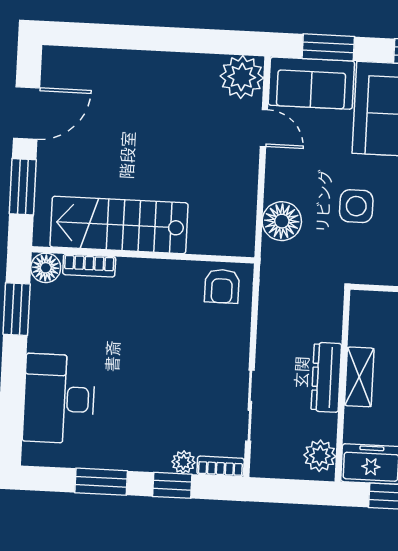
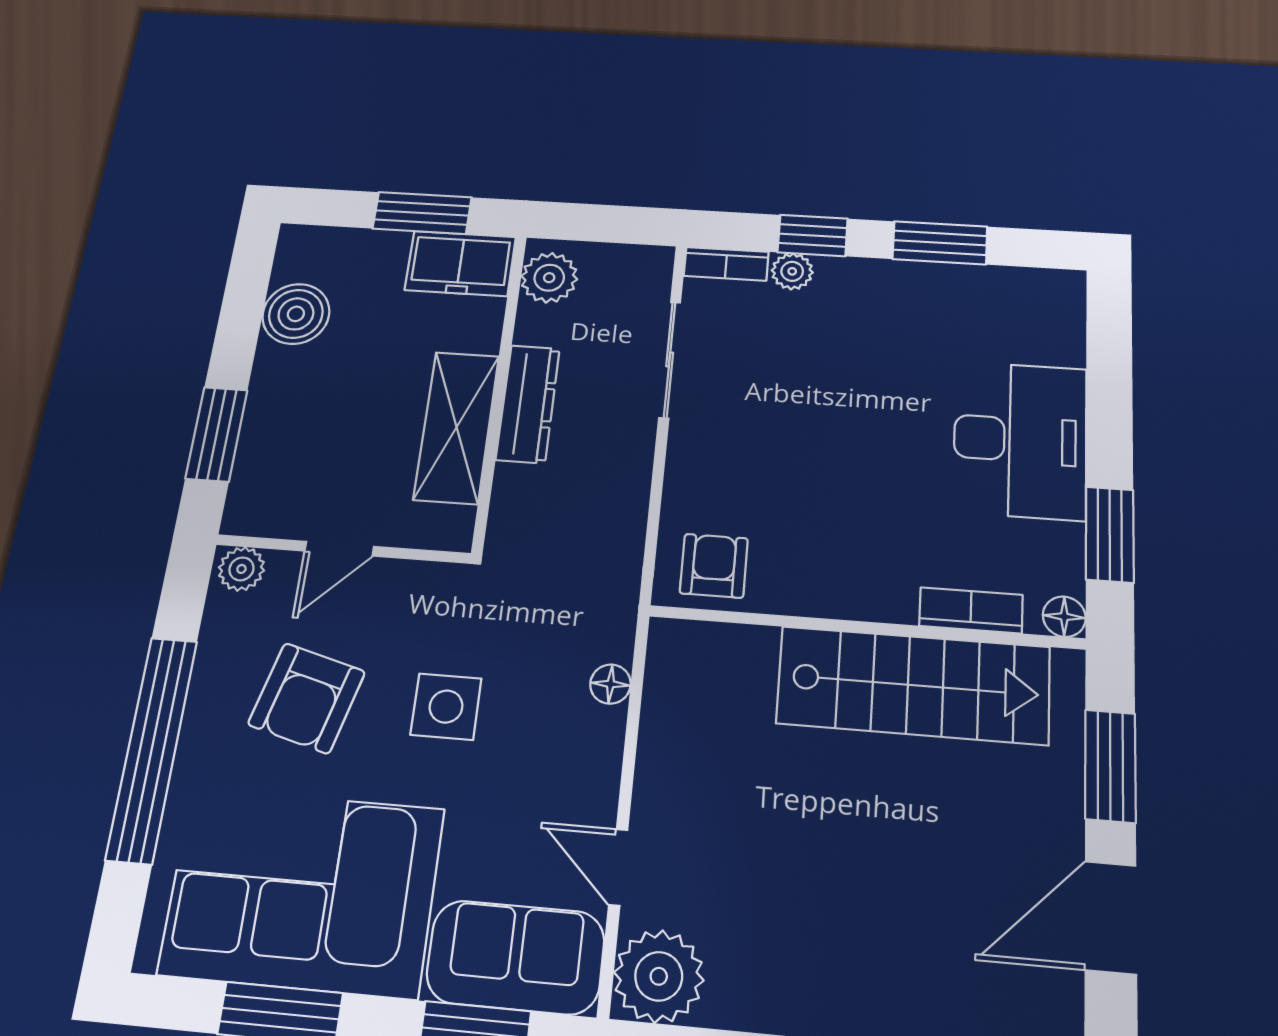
floor lamp: (282, 221) -> (610, 684), width x0.53, depth x0.53
floor lamp: (46, 268) -> (1064, 617), width x0.73, depth x0.73
shelving: (359, 377) -> (457, 427), width x1.50, depth x1.33
desk: (59, 399) -> (1020, 440), moved

